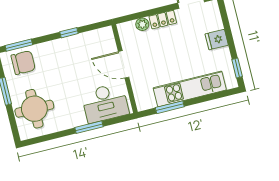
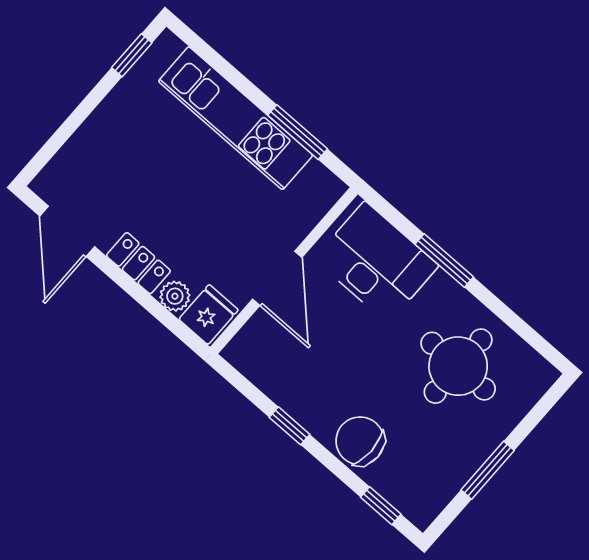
fridge: (217, 40) -> (209, 314), moved, turned -90
window: (19, 45) -> (381, 506), width x0.67
chair: (23, 63) -> (360, 441), moved
round table: (34, 109) -> (458, 366), moved

